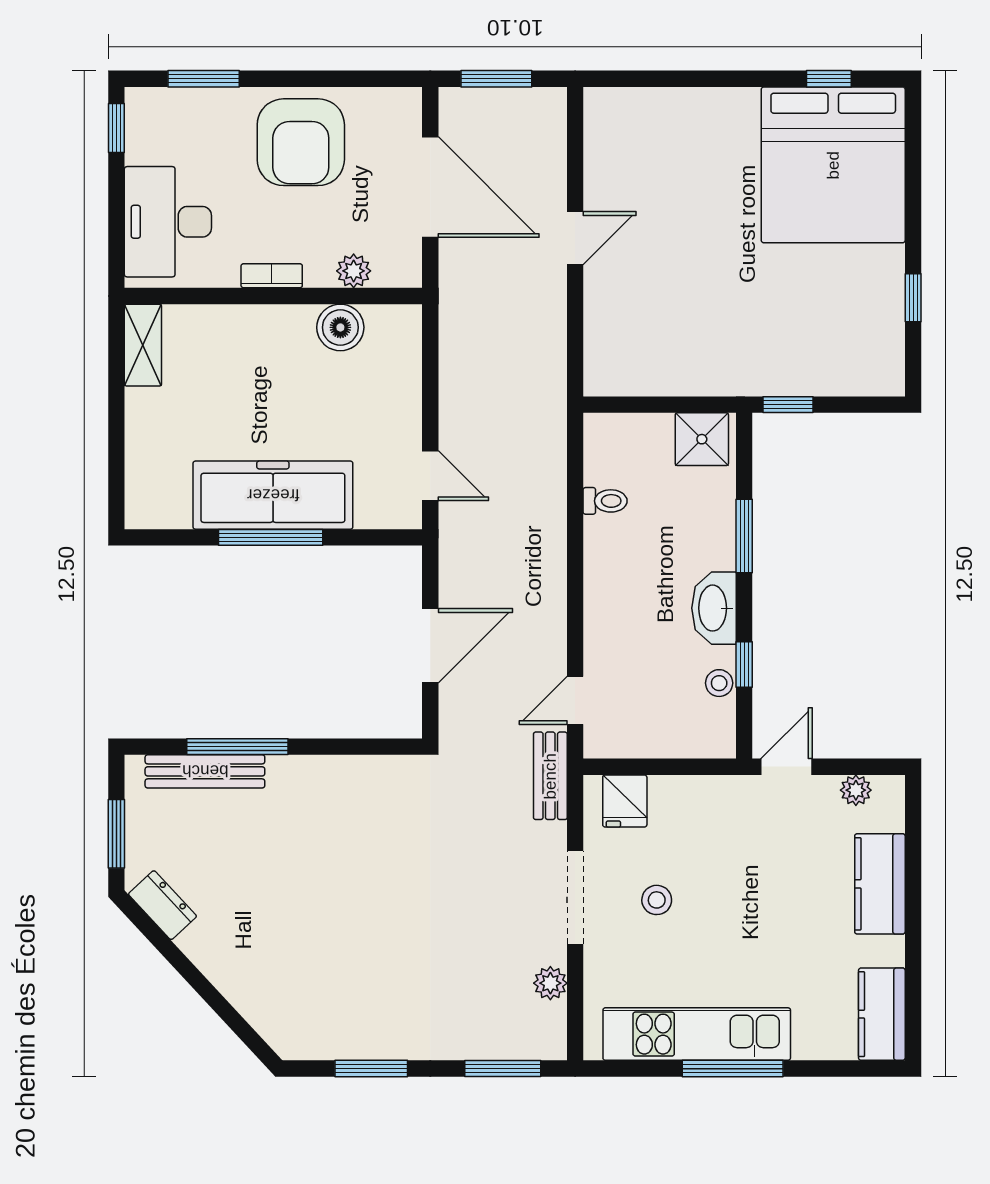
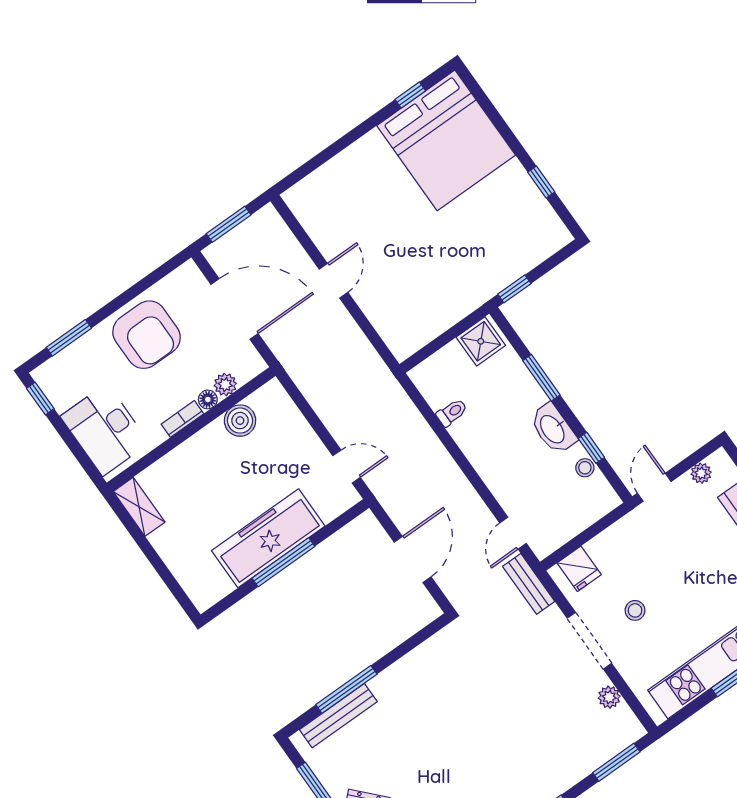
floor lamp: (319, 274) -> (208, 399), added

